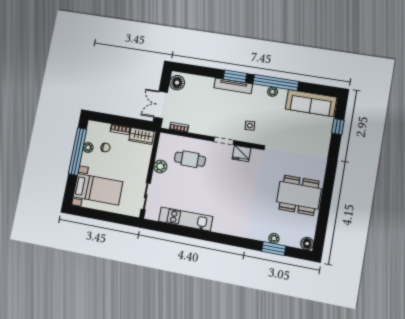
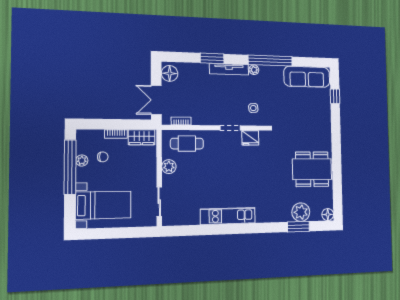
window: (235, 76) -> (212, 58), moved
plant: (273, 92) -> (254, 70), moved
cafe table: (190, 159) -> (187, 144), moved
kitchen unit: (186, 219) -> (228, 216), moved
plant: (274, 238) -> (301, 212), width x1.88, depth x1.88

